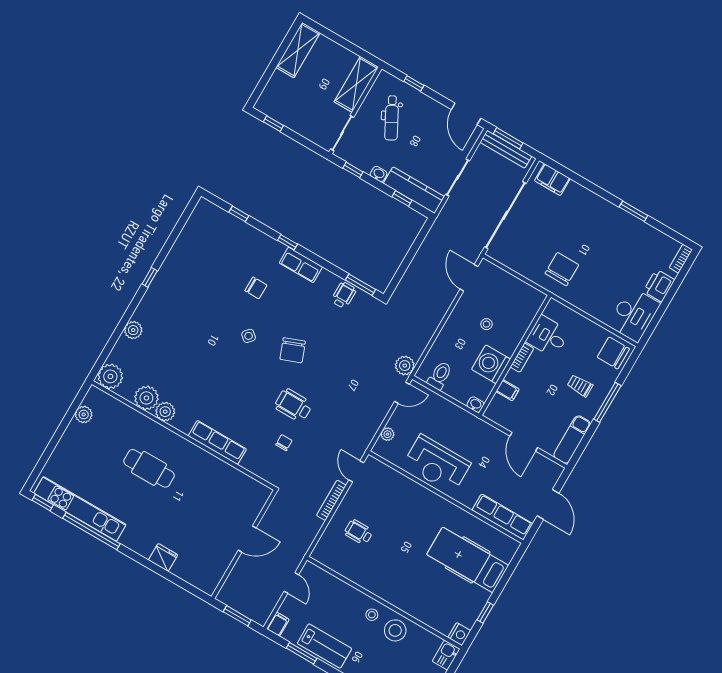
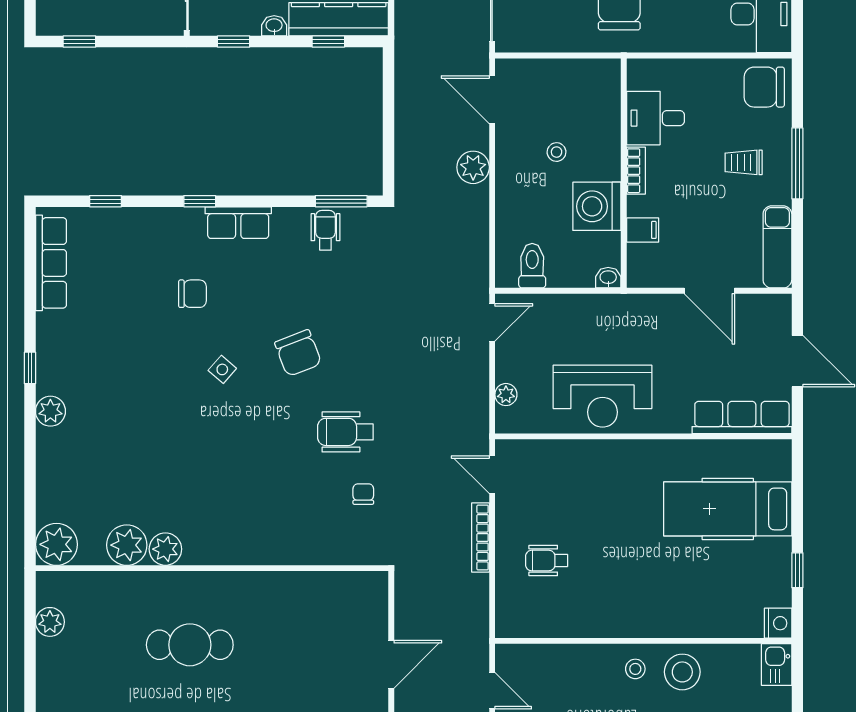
plant: (133, 330) -> (50, 411), moved
plant: (405, 366) -> (473, 167), moved
row of seats: (217, 442) -> (51, 263), moved, turned 90

